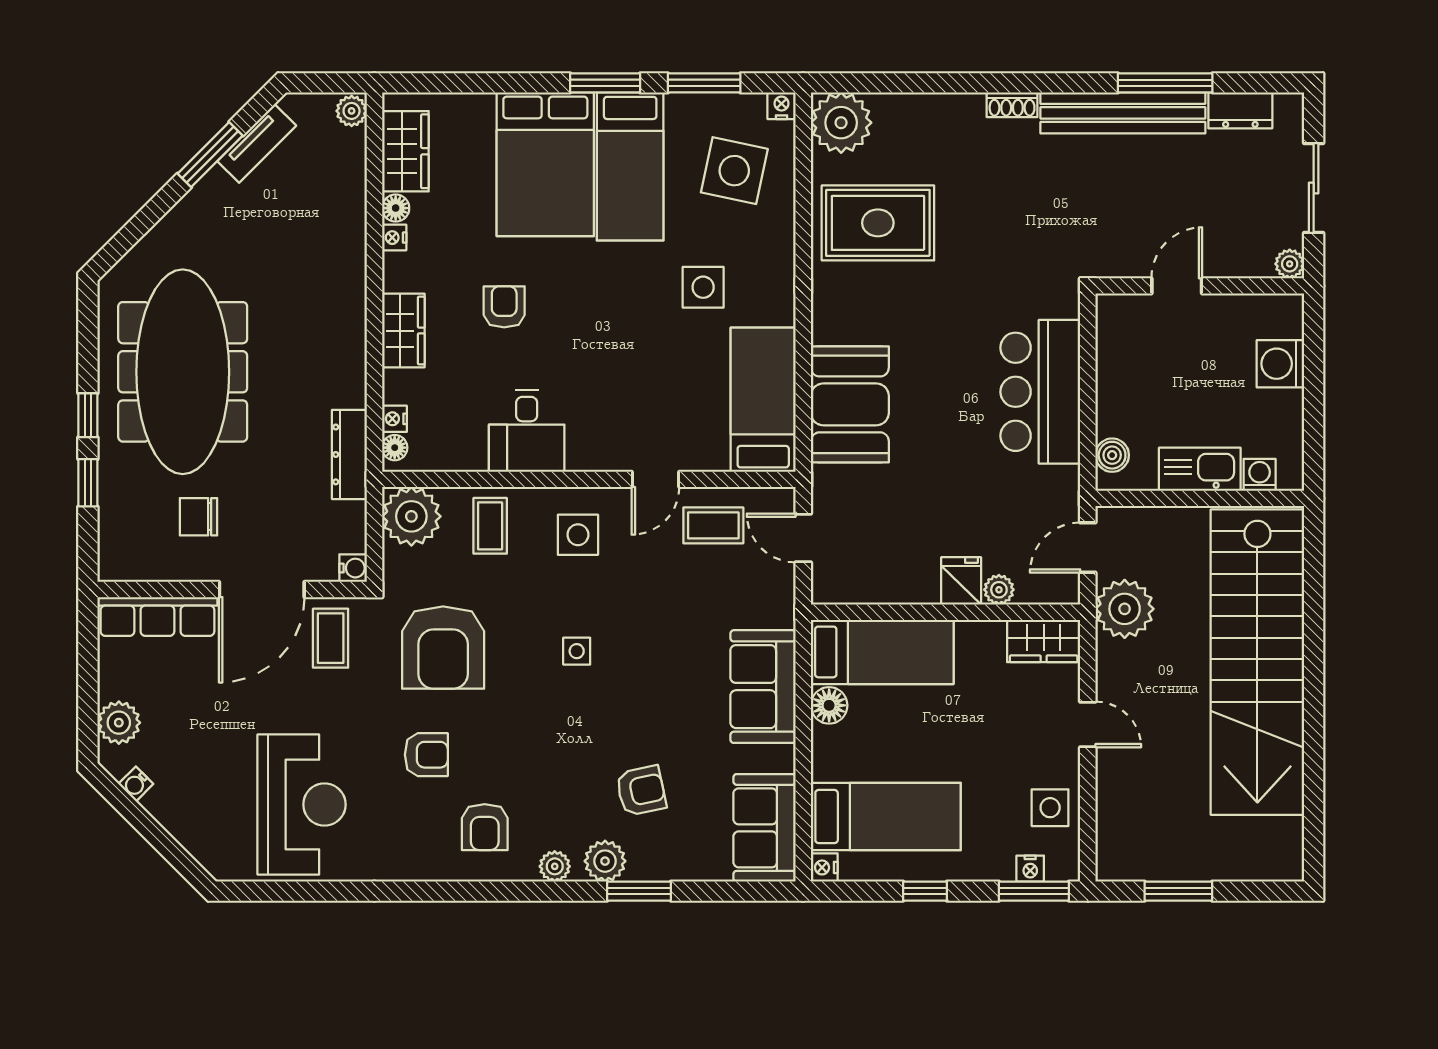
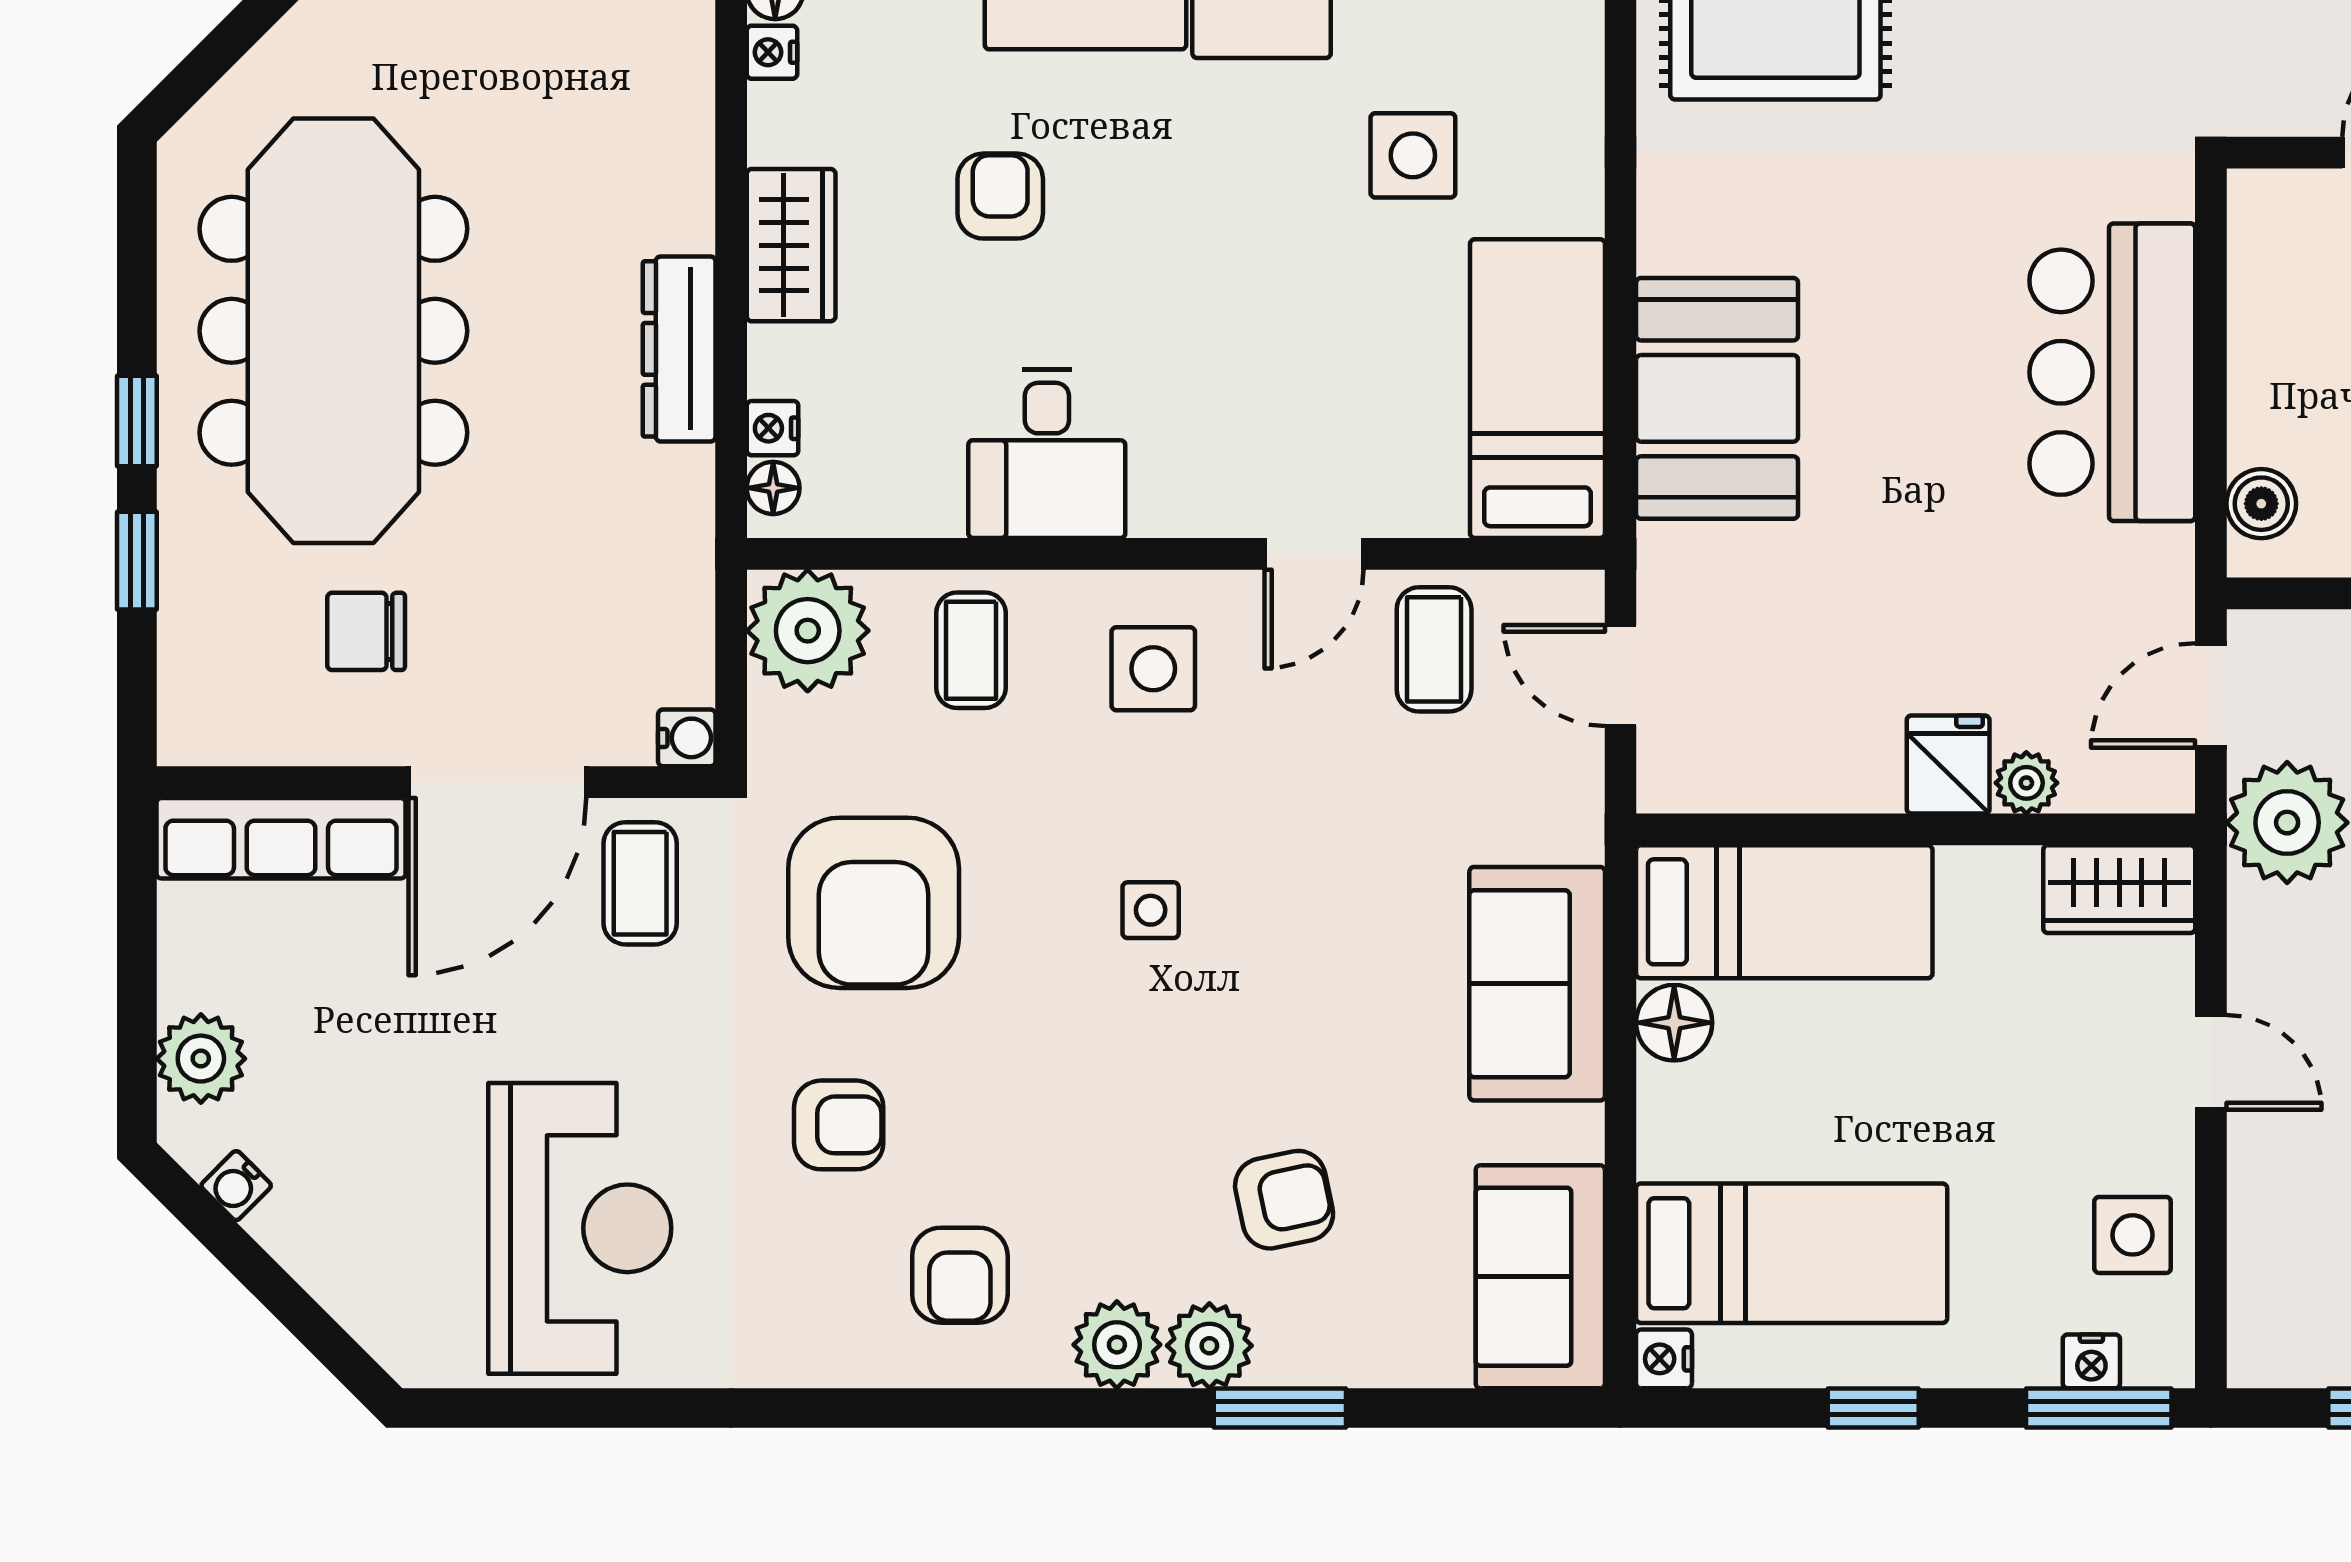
dresser: (349, 454) -> (679, 349), moved
coffee table: (713, 525) -> (1434, 649), turned 90
plant: (555, 866) -> (1117, 1345), width x1.38, depth x1.38

